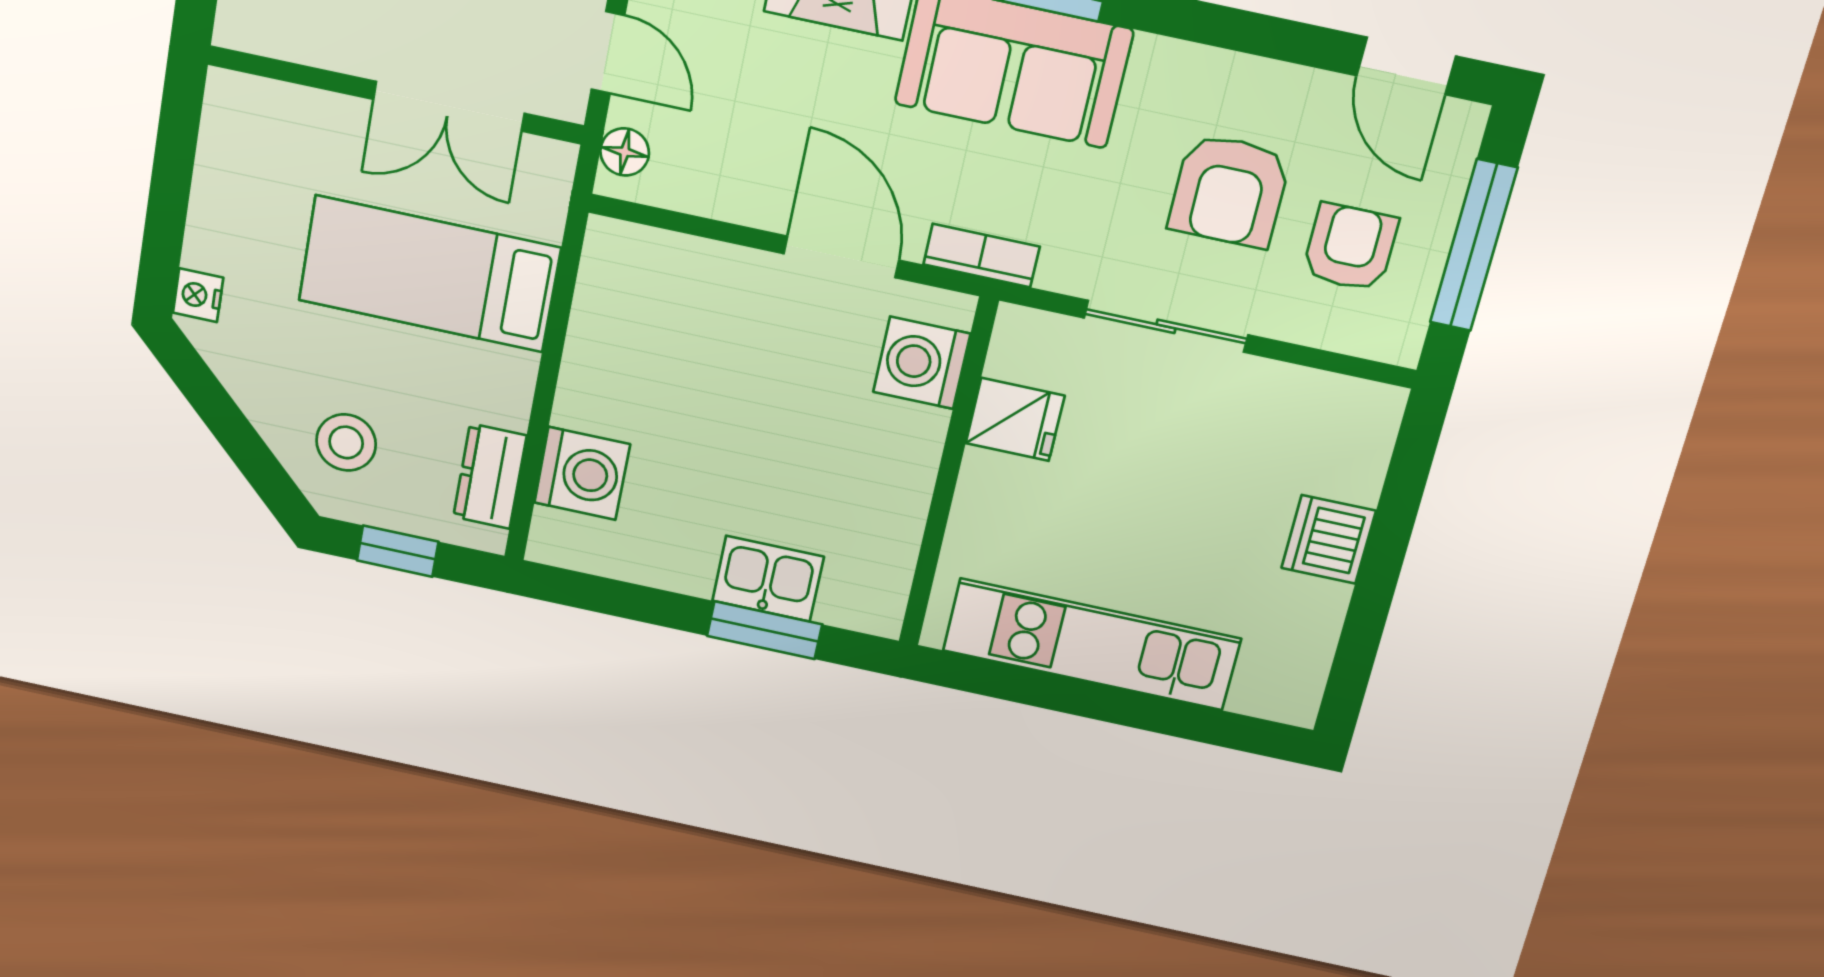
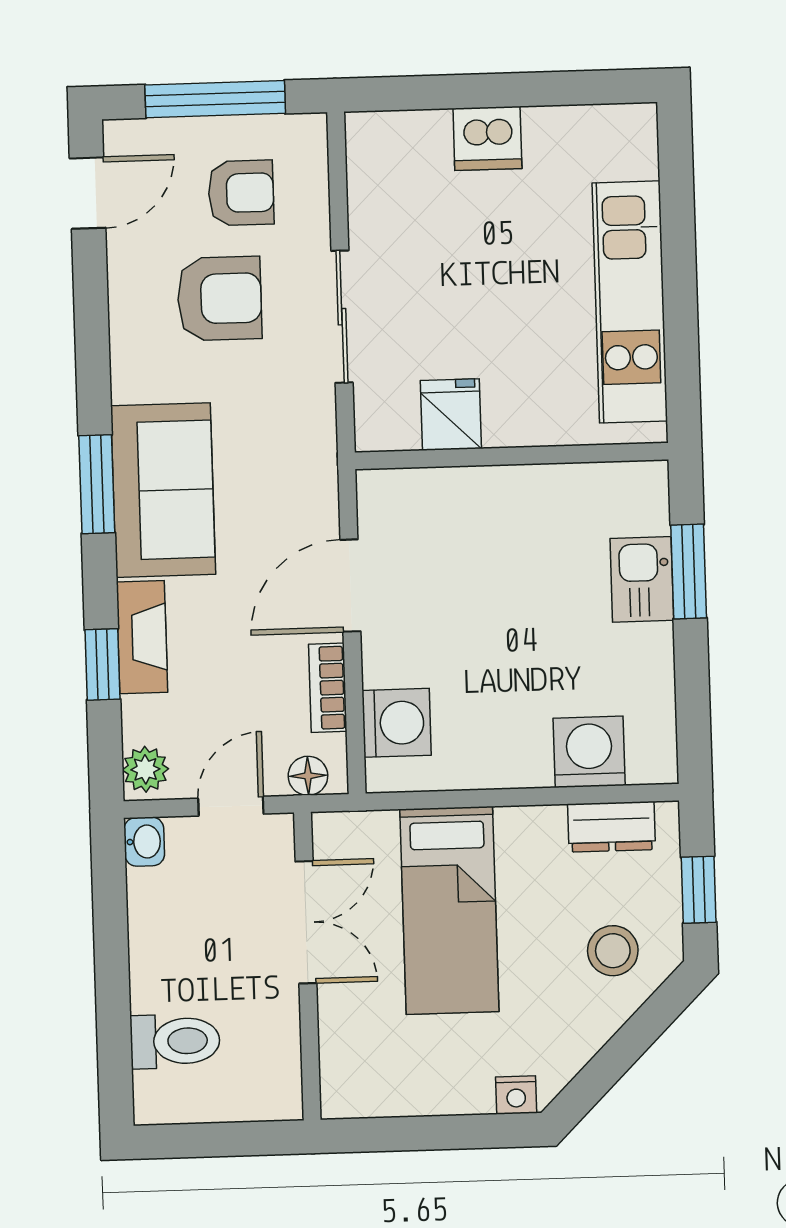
armchair: (1350, 247) -> (241, 193), turned 180
bookcase: (981, 256) -> (328, 688), moved
washing machine: (922, 363) -> (397, 723), moved, turned -90

